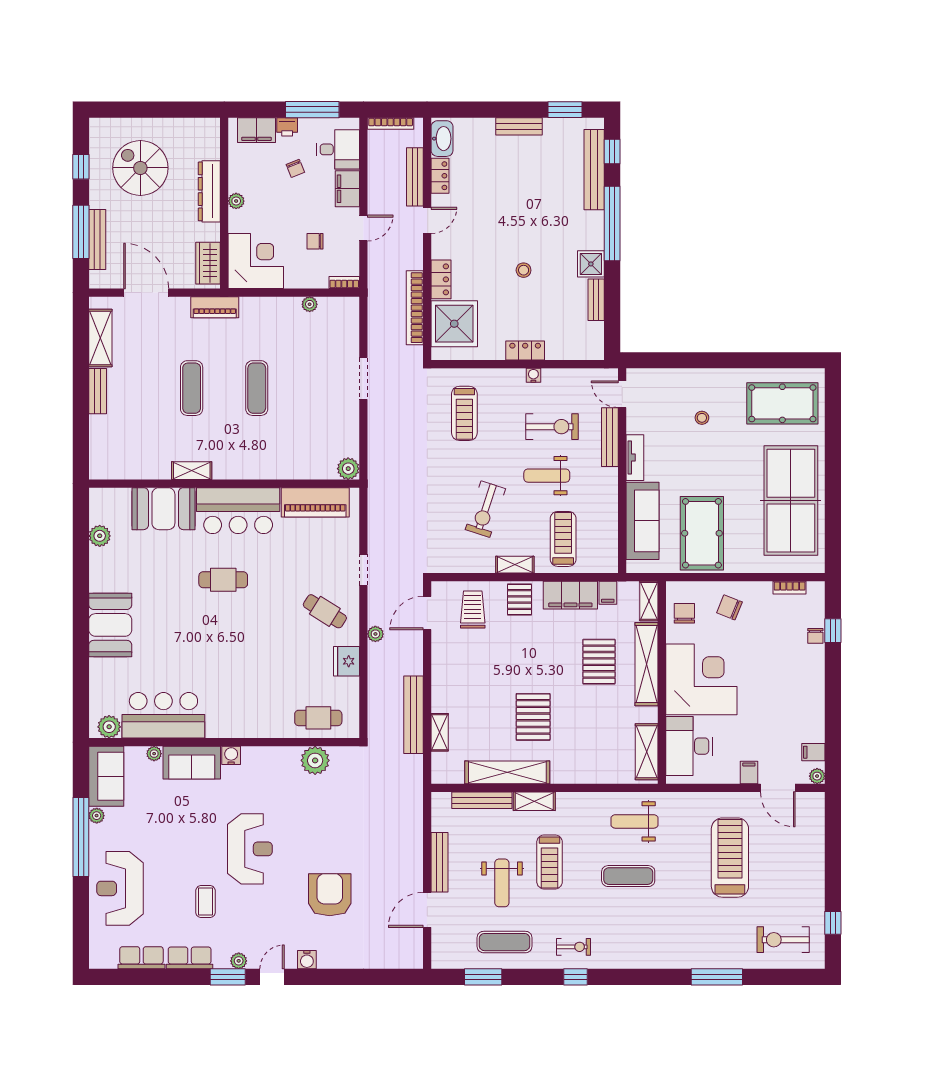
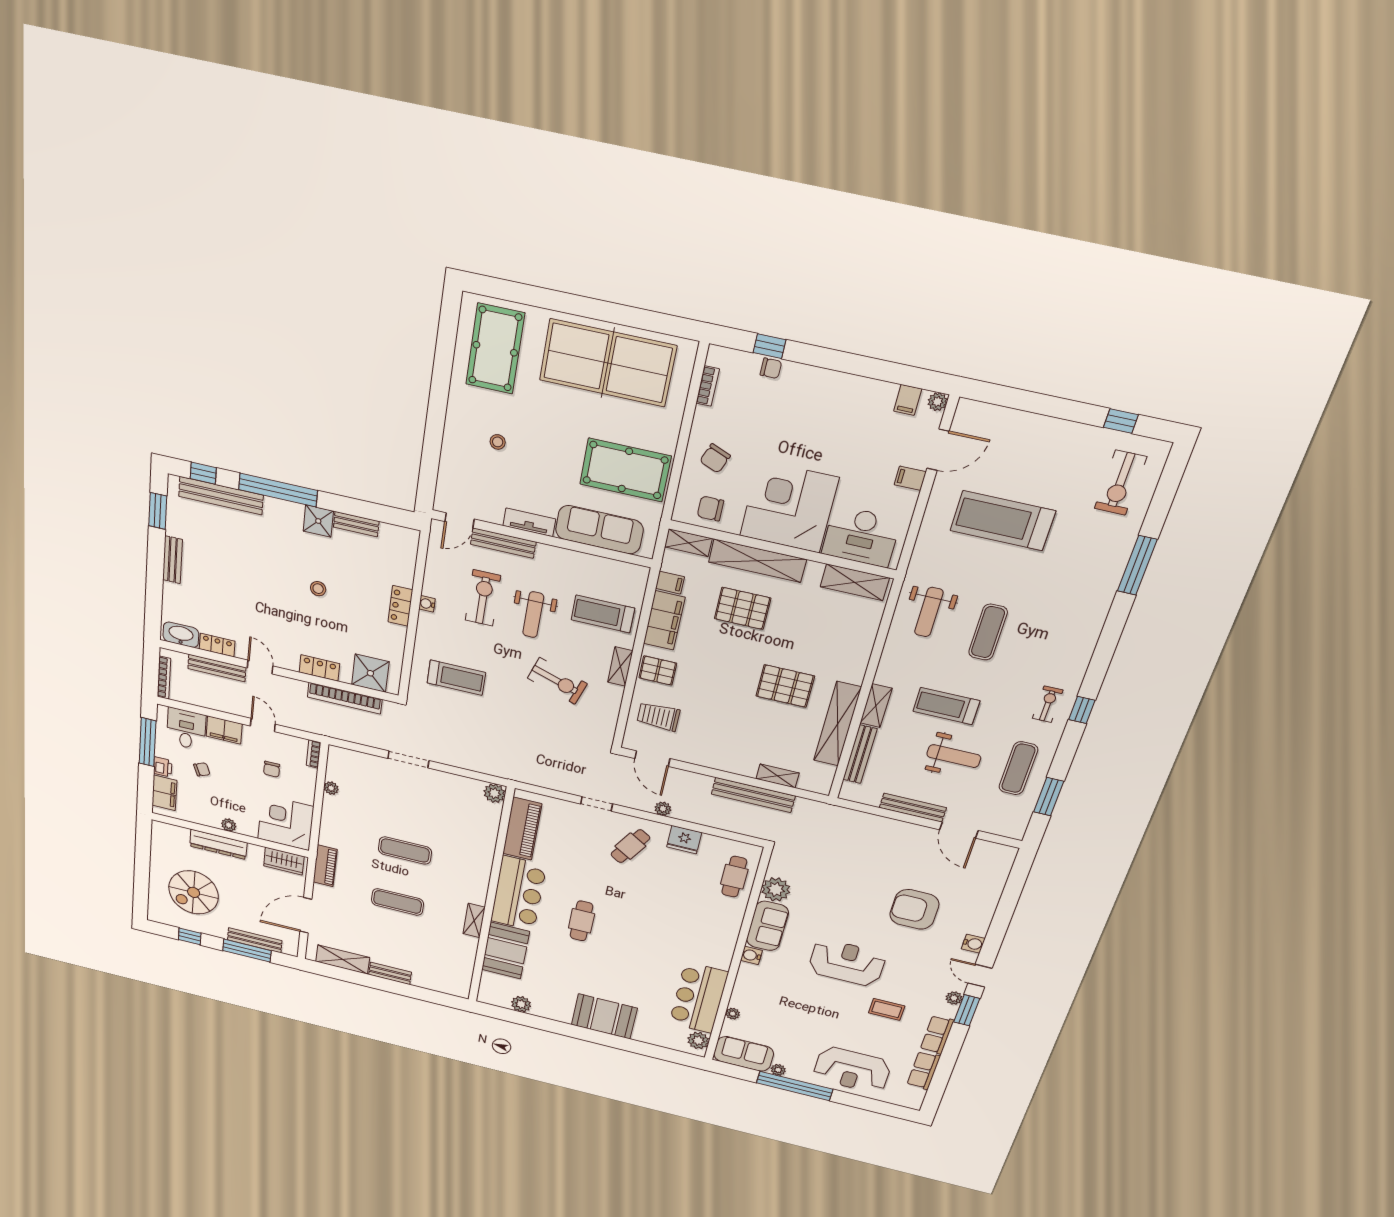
shower: (454, 324) -> (370, 673), width x0.73, depth x0.73
sofa: (192, 763) -> (767, 926), moved
treadmill: (550, 862) -> (946, 706), turned 180

